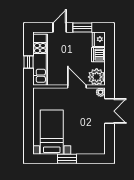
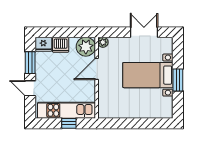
double door: (109, 111) -> (144, 32), moved
bed with nightstands: (52, 132) -> (148, 75), moved

